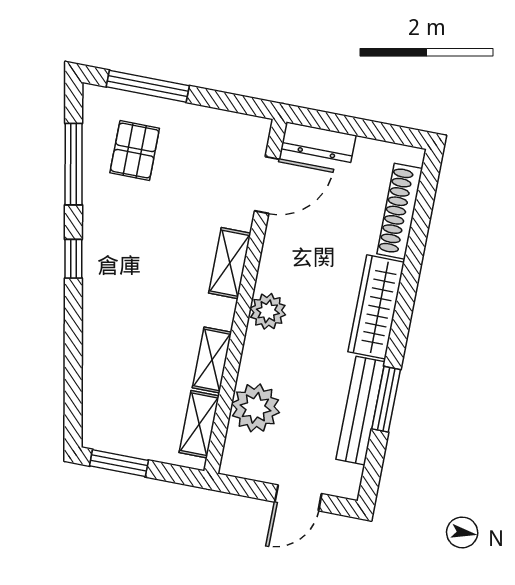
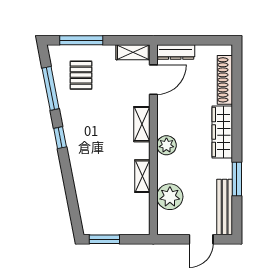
bench: (360, 411) -> (225, 207), moved
shelving: (199, 424) -> (133, 52), moved, turned 90

